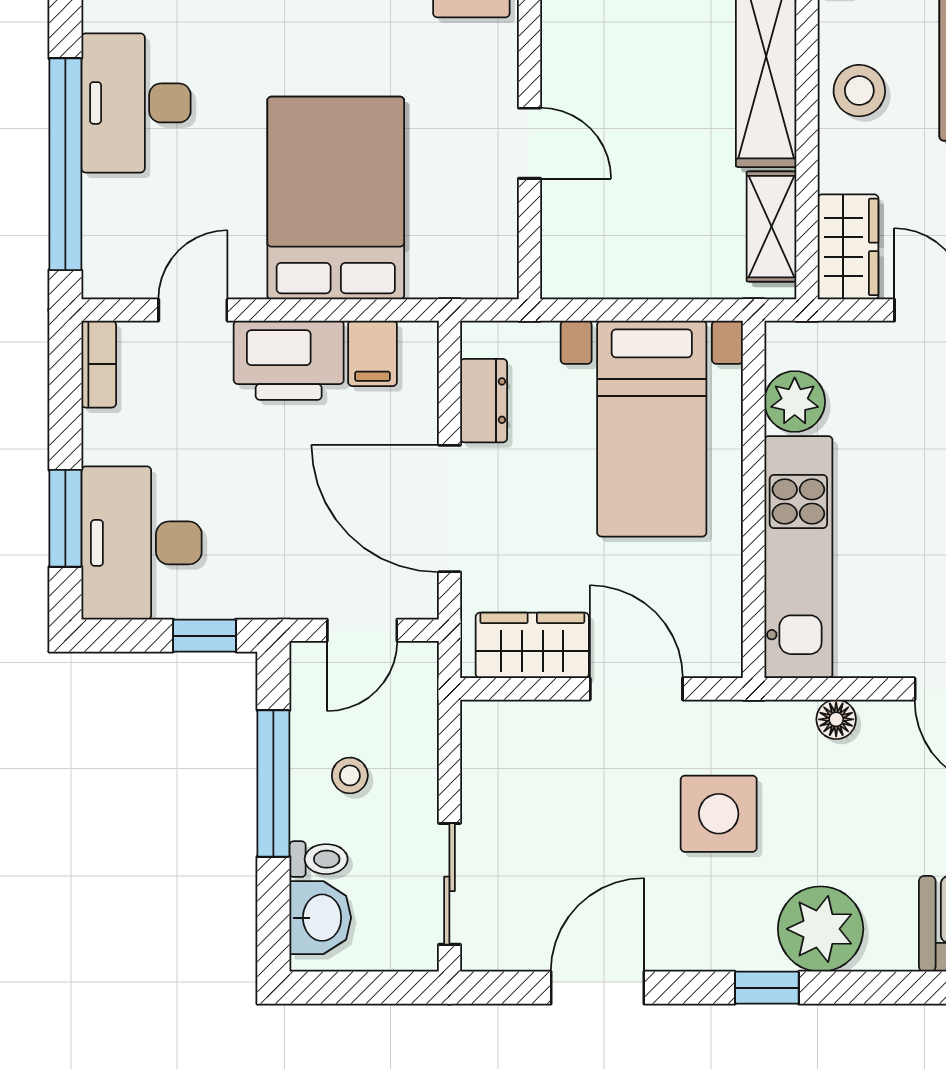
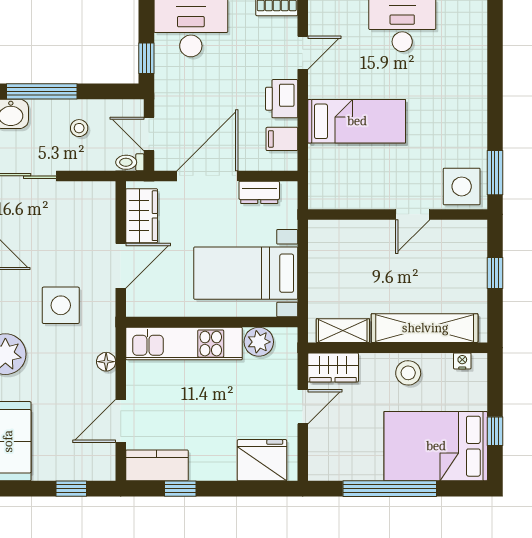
door: (530, 143) -> (413, 214), moved
bed: (336, 198) -> (357, 121), width x0.67
door: (193, 310) -> (303, 53), hinge flipped
printer: (289, 360) -> (282, 99), width x0.73, depth x0.84
window: (273, 783) -> (42, 91), moved
toilet: (319, 859) -> (130, 162), moved, turned 90

